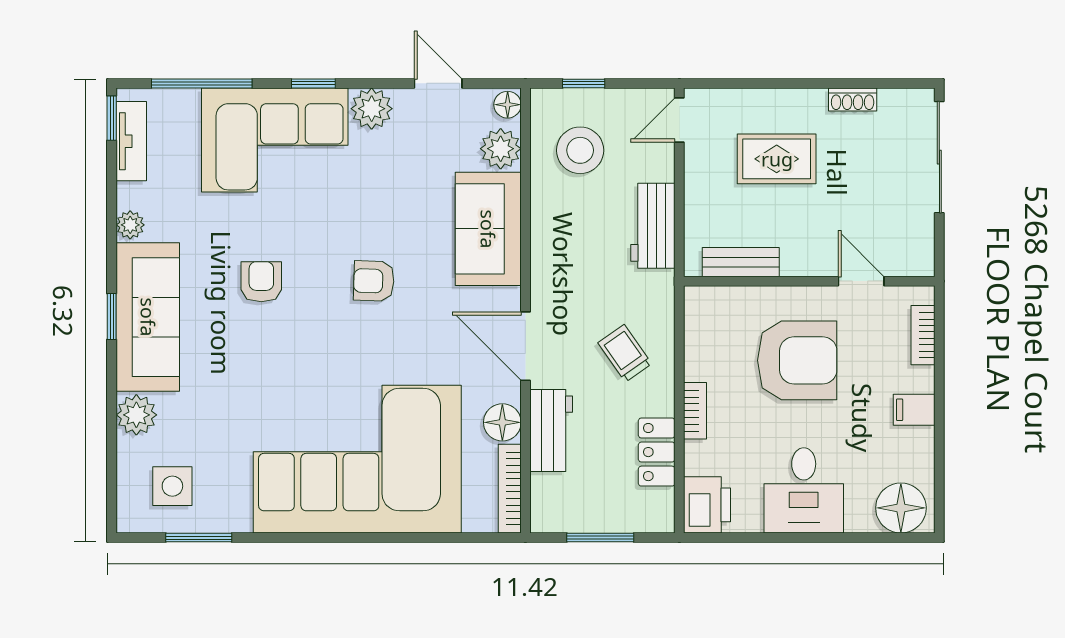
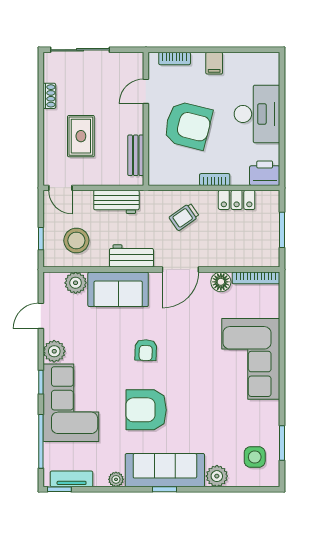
floor lamp: (508, 105) -> (52, 279), removed
armchair: (261, 282) -> (146, 410), width x1.88, depth x1.88
armchair: (797, 360) -> (188, 125), turned 104
workbench: (551, 430) -> (131, 256), moved
corner sofa: (357, 459) -> (251, 359), width x0.73, depth x0.74
desk: (804, 490) -> (257, 114), width x1.37
floor lamp: (901, 508) -> (266, 70), removed

